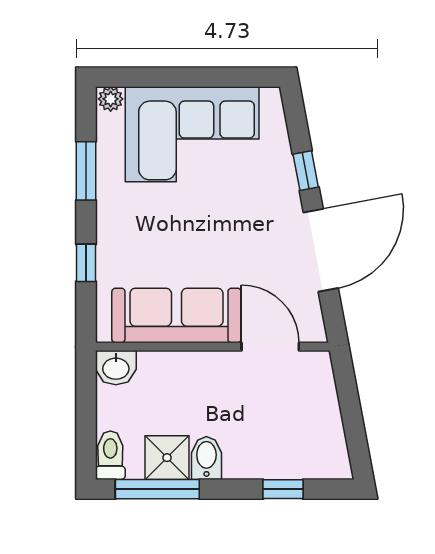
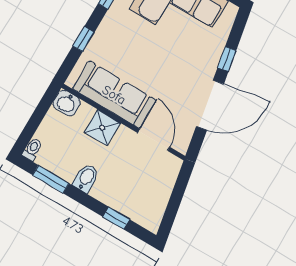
toilet: (110, 455) -> (32, 149), width x0.73, depth x0.72
shower: (167, 458) -> (102, 128), moved
window: (157, 489) -> (51, 179), width x0.69

